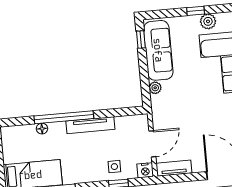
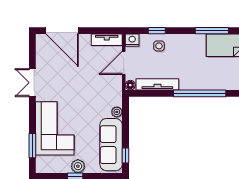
plant: (208, 21) -> (78, 166), moved
tv unit: (90, 125) -> (157, 84), moved
floor lamp: (42, 129) -> (130, 85), moved

